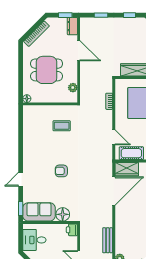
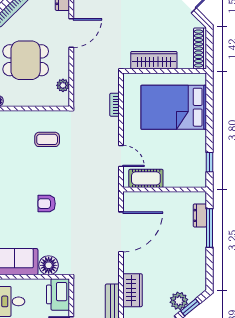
door: (79, 51) -> (71, 33), hinge flipped
wardrobe: (127, 169) -> (133, 290), moved, turned -90
printer: (72, 230) -> (58, 294), width x1.87, depth x1.48

